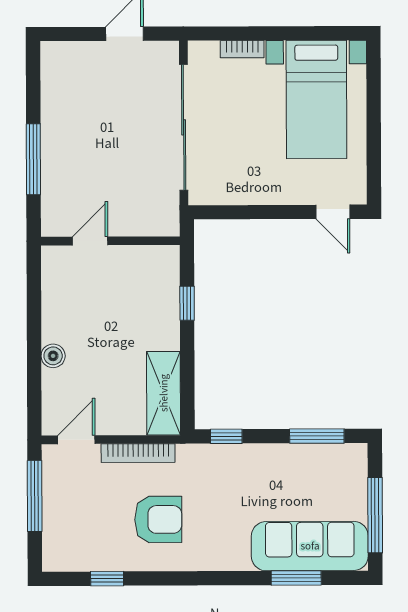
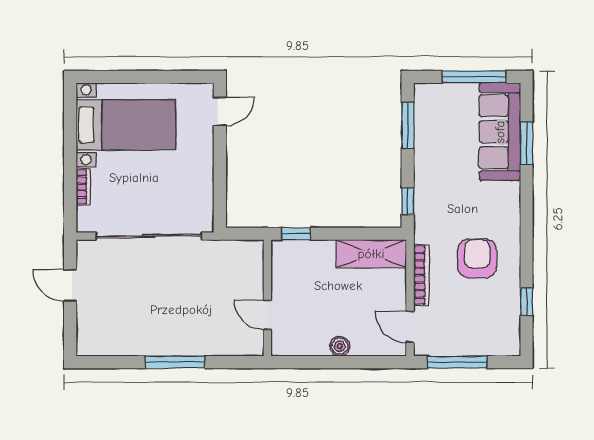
door: (90, 241) -> (267, 315), moved
wall: (110, 241) -> (267, 298), moved

